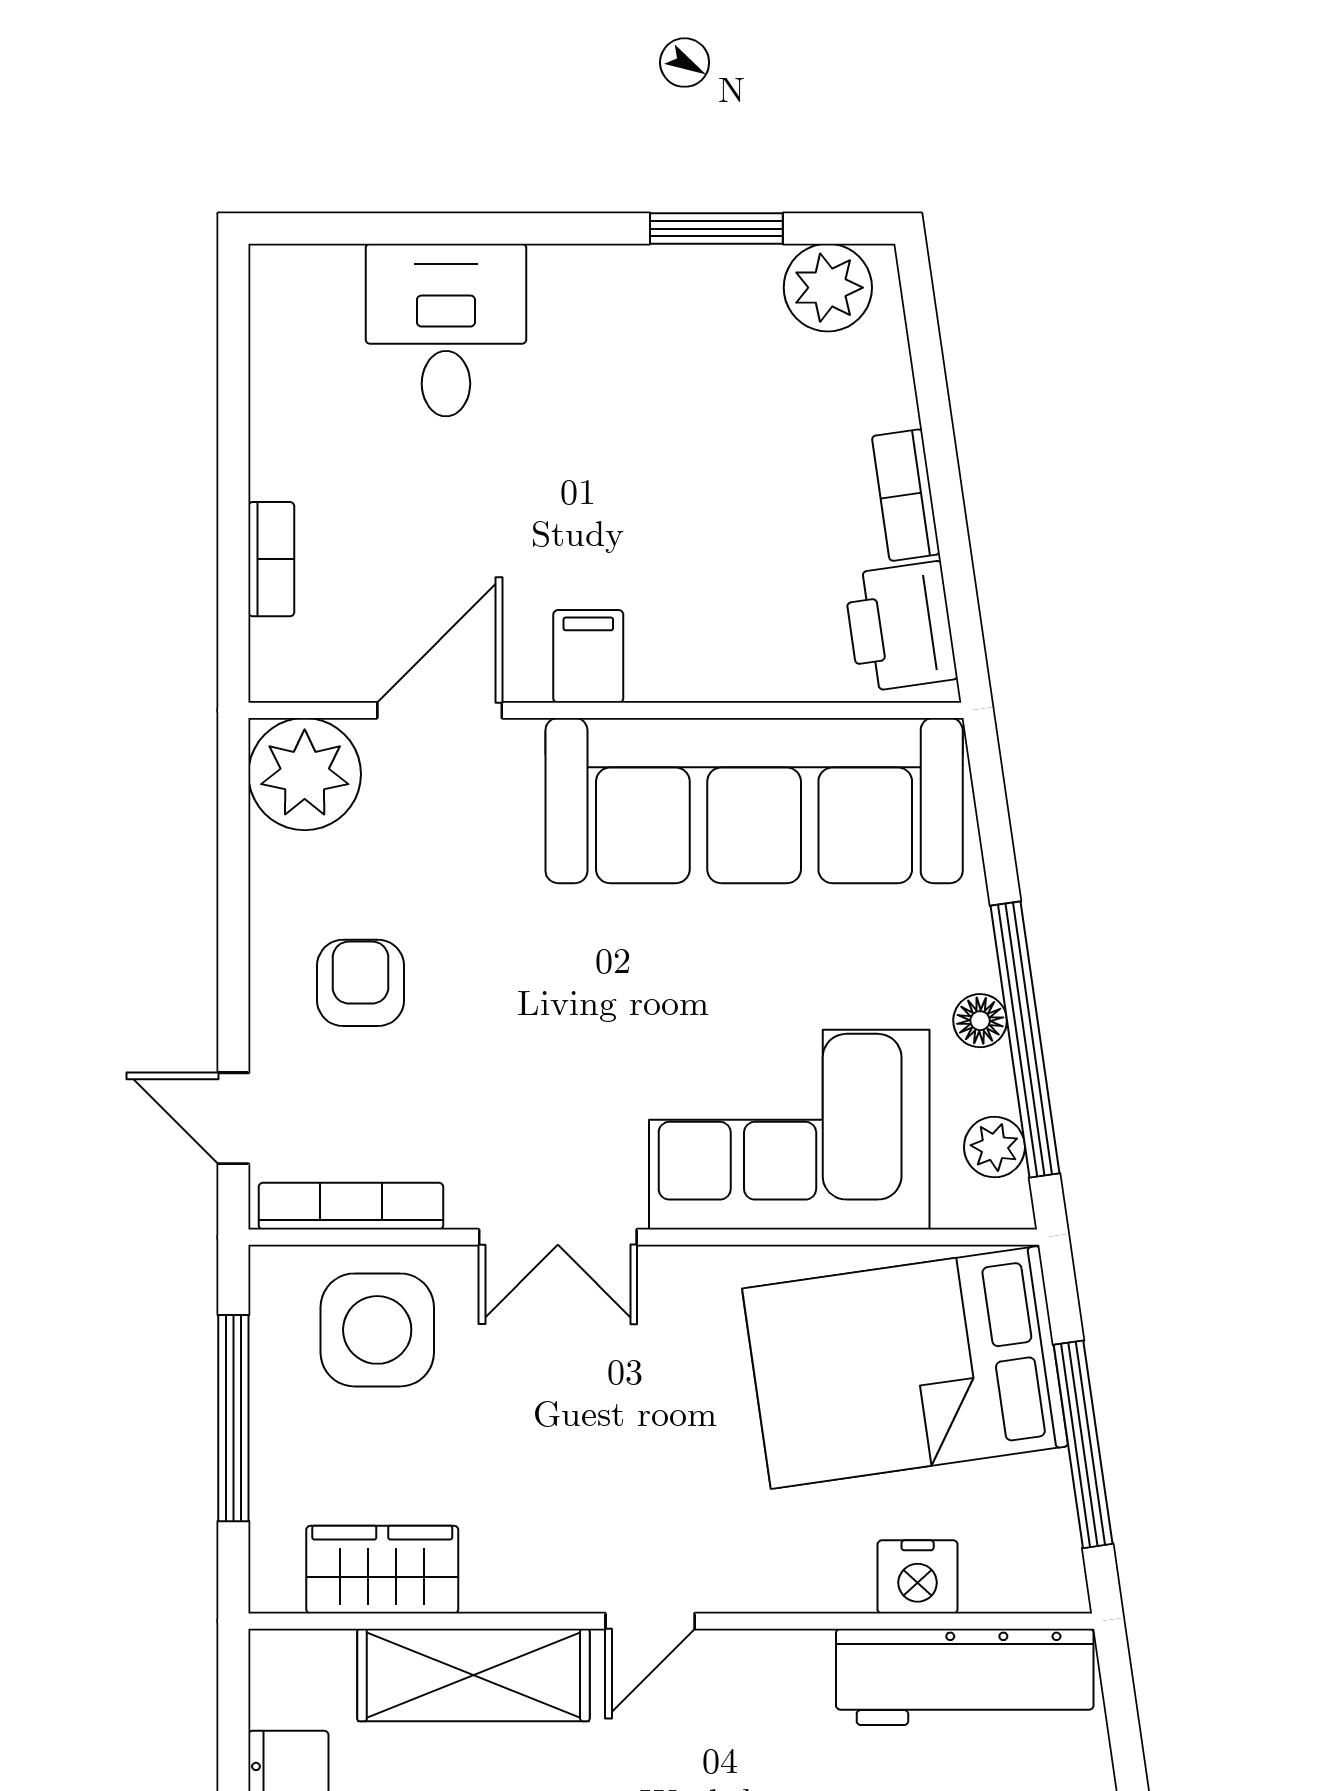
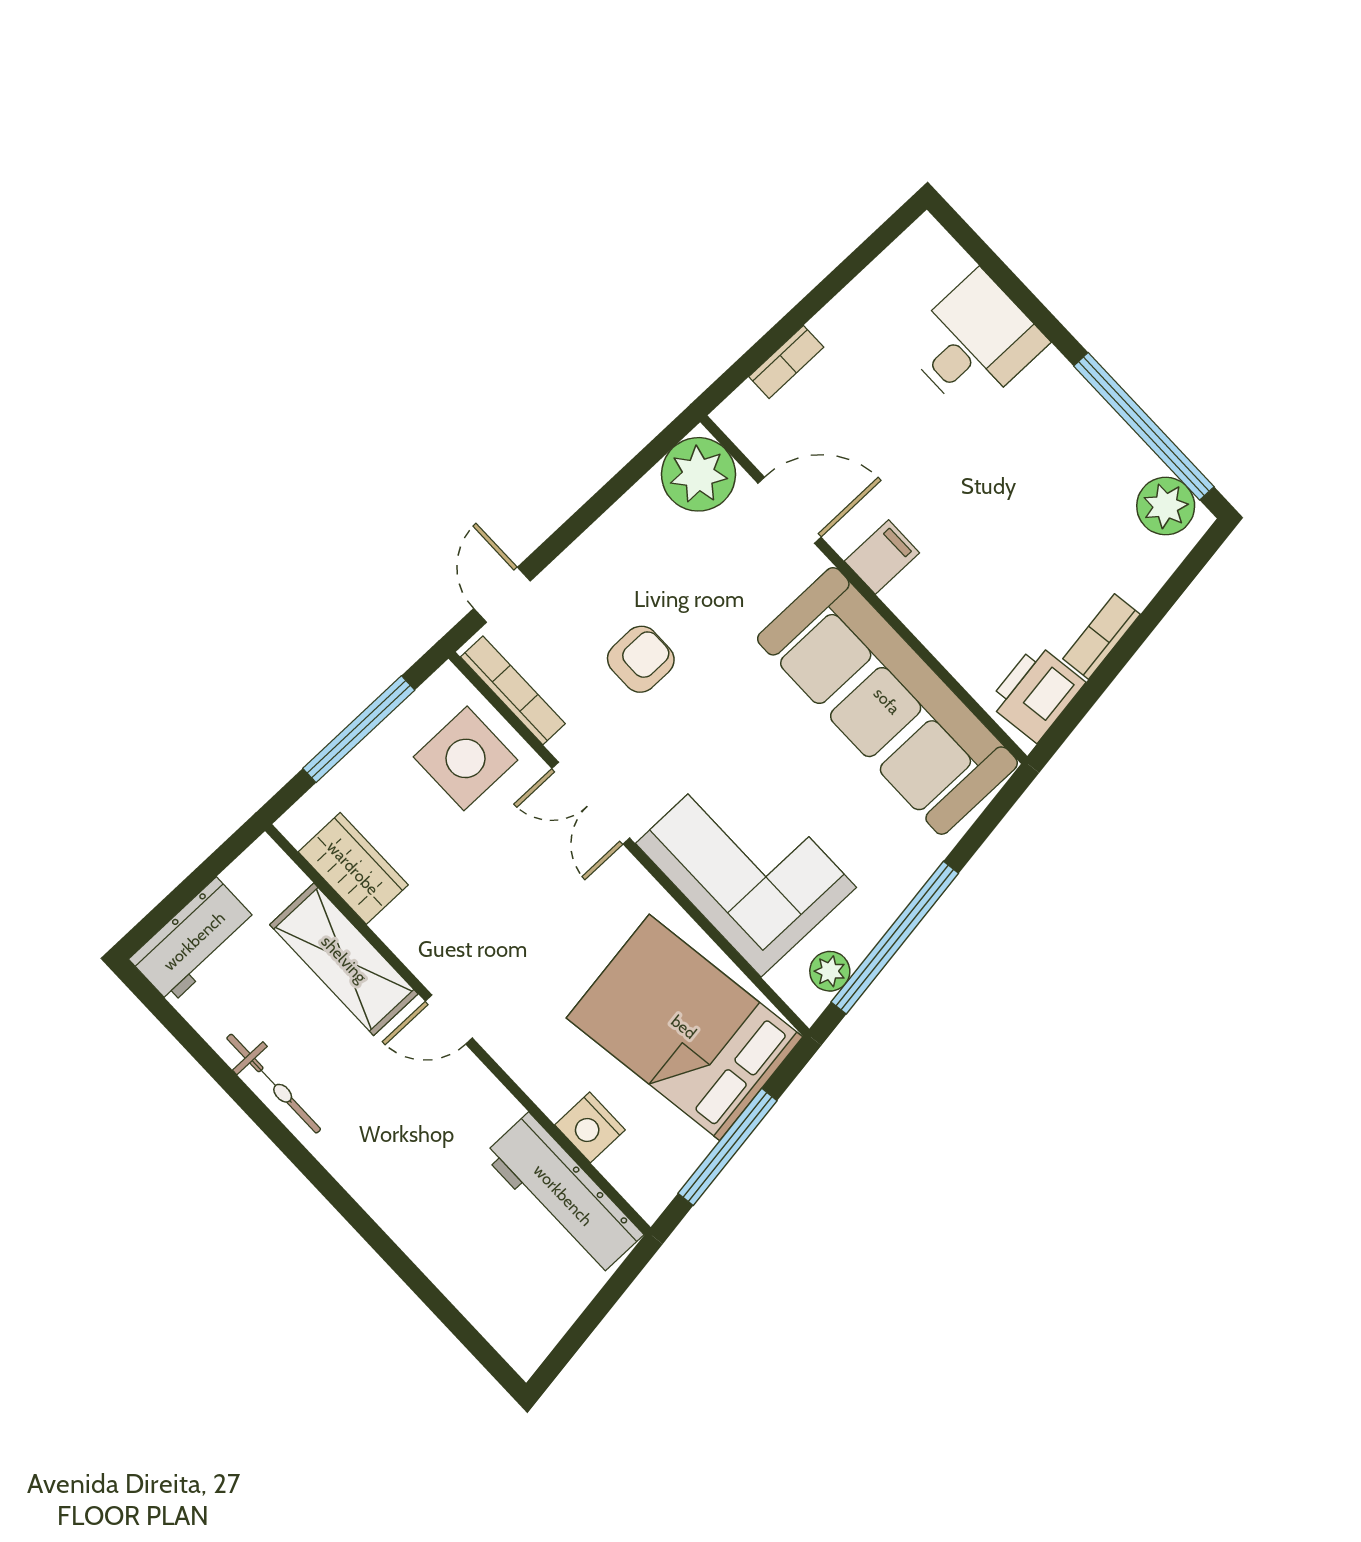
window: (716, 229) -> (1144, 426), width x2.11
armchair: (361, 983) -> (641, 659), moved
floor lamp: (980, 1021) -> (884, 908), removed

